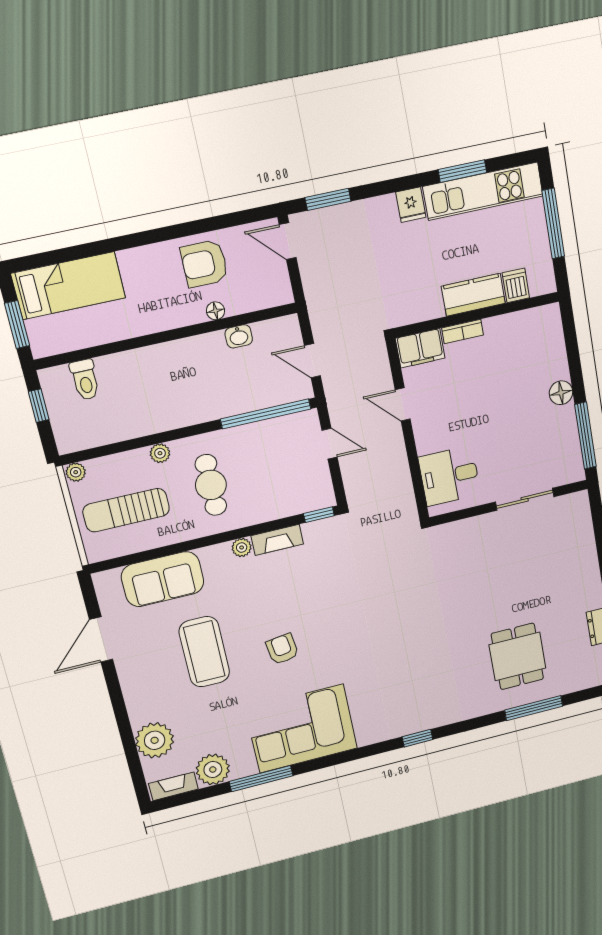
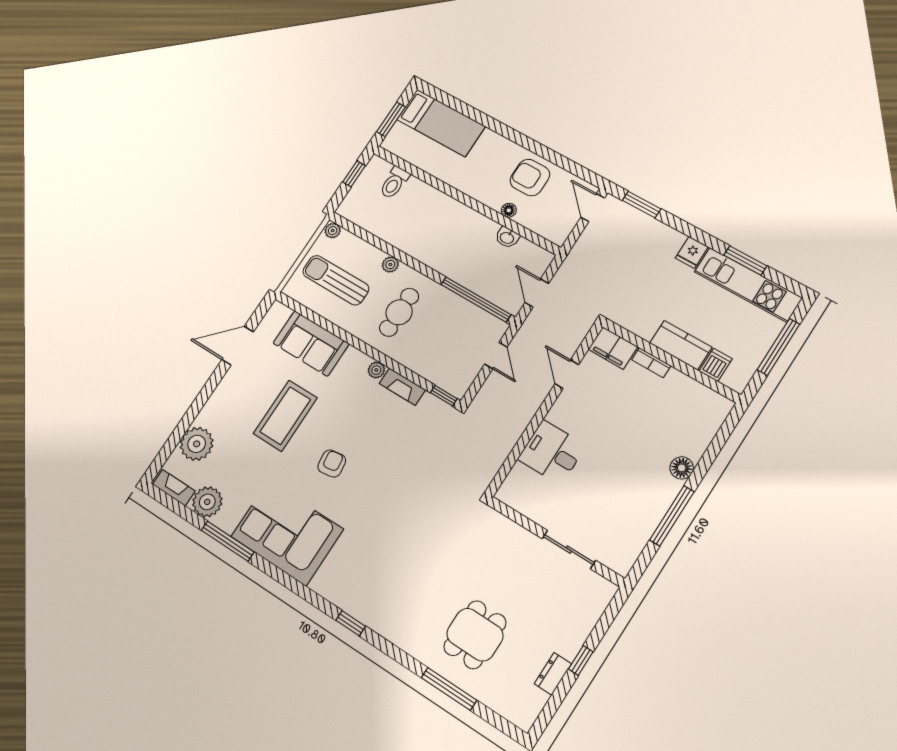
sliding door: (525, 499) -> (569, 550), moved
wall: (509, 503) -> (555, 541), moved

